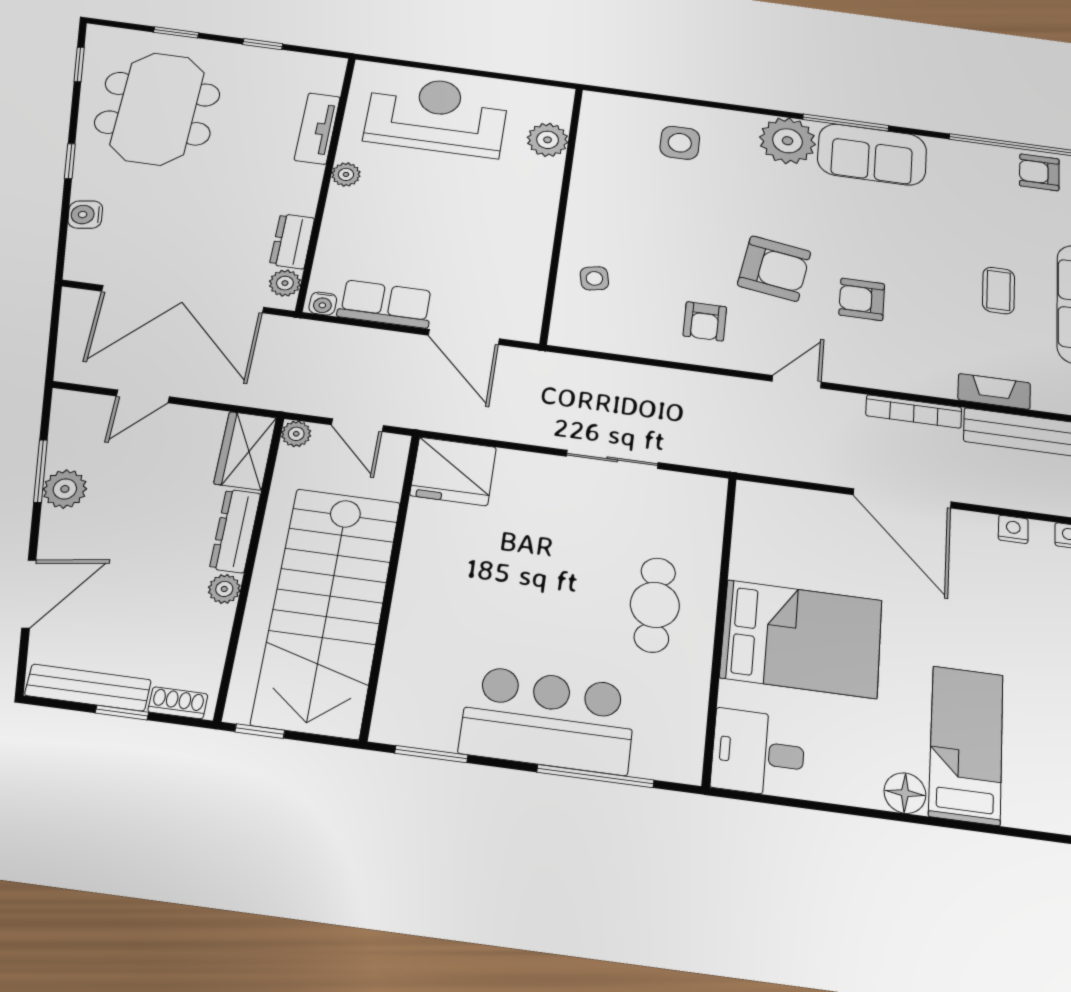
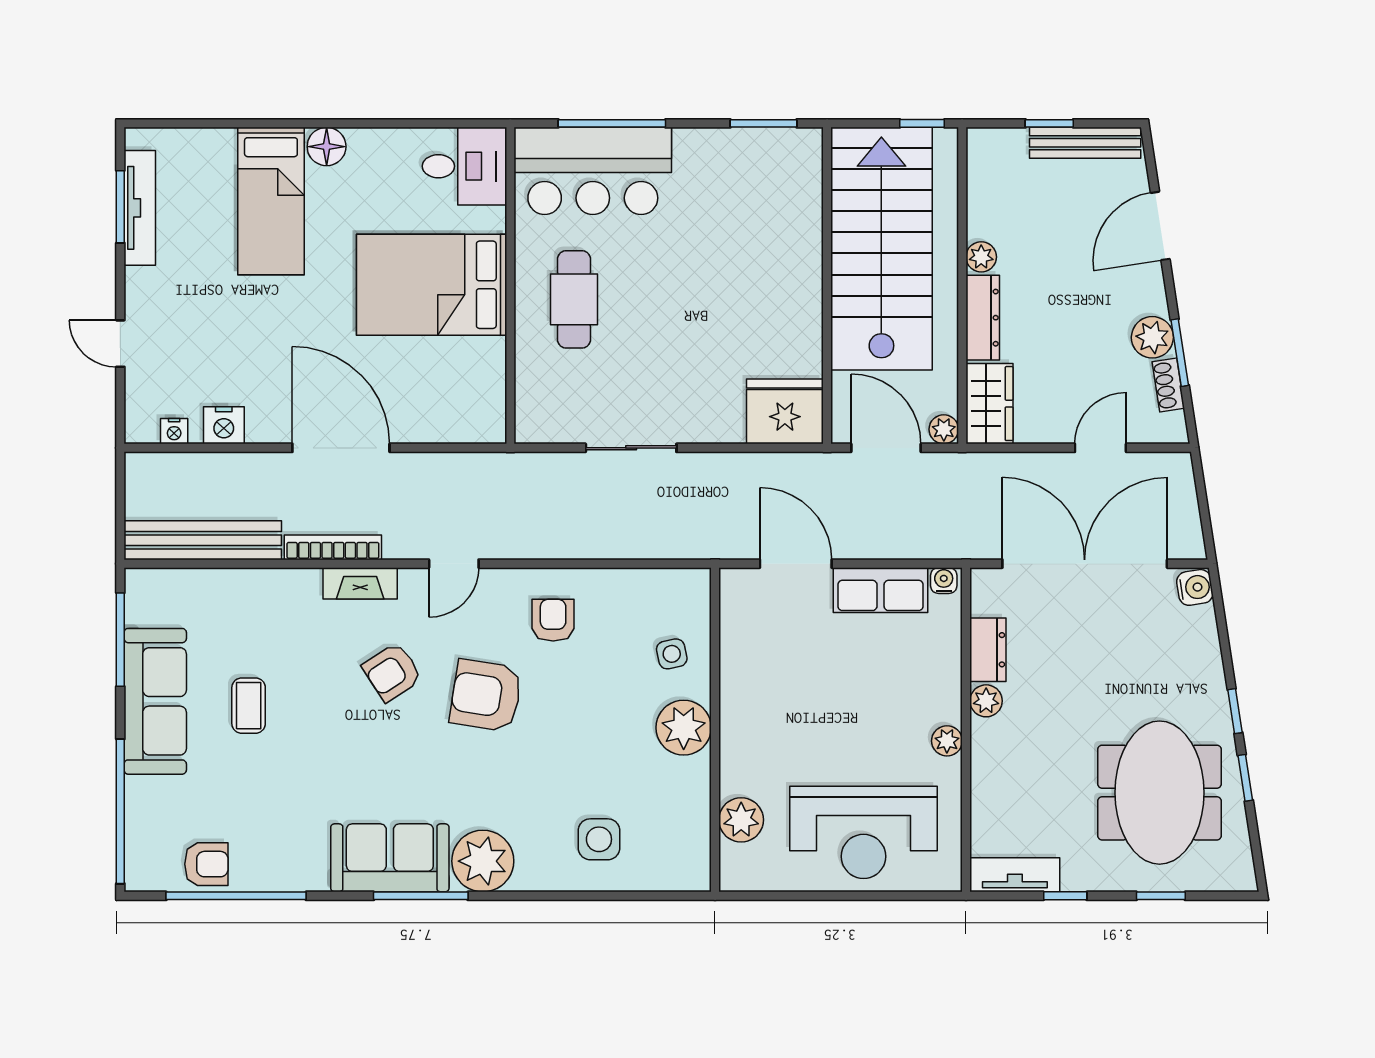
window: (79, 64) -> (1245, 778), moved
tv unit: (317, 128) -> (1015, 875), moved, turned -90
water cooler: (85, 215) -> (1195, 587), moved
plant: (591, 218) -> (684, 728), added
plant: (285, 283) -> (986, 701), moved
armchair: (862, 299) -> (392, 672), turned 147
fireplace: (994, 391) -> (360, 583), moved
door: (357, 425) -> (886, 448), width x1.38
nightstand: (1013, 529) -> (224, 425), width x1.39, depth x1.35
shoe rack: (178, 703) -> (1168, 385), moved, turned 81
bar counter: (548, 720) -> (593, 171), moved

